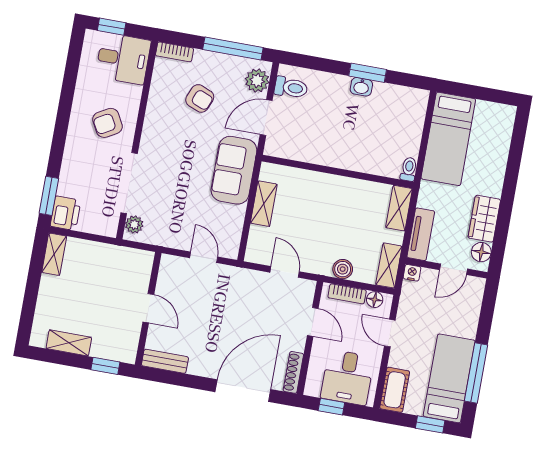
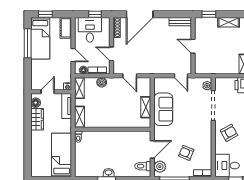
sofa: (234, 170) -> (163, 109), moved
door: (204, 257) -> (181, 76), moved

